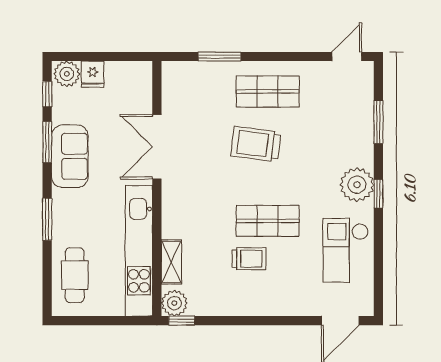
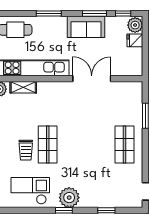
window: (378, 122) -> (106, 210), width x0.67
trolley: (256, 144) -> (93, 137), removed
trolley: (249, 259) -> (26, 150), moved

